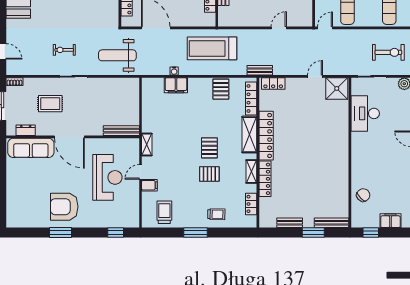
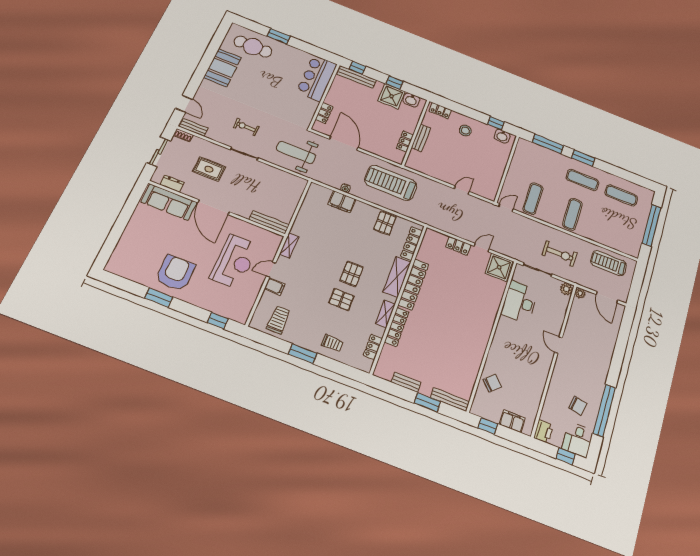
bench: (260, 70) -> (194, 127), moved
locker: (273, 83) -> (458, 246), moved
armchair: (64, 207) -> (175, 273), turned 90

